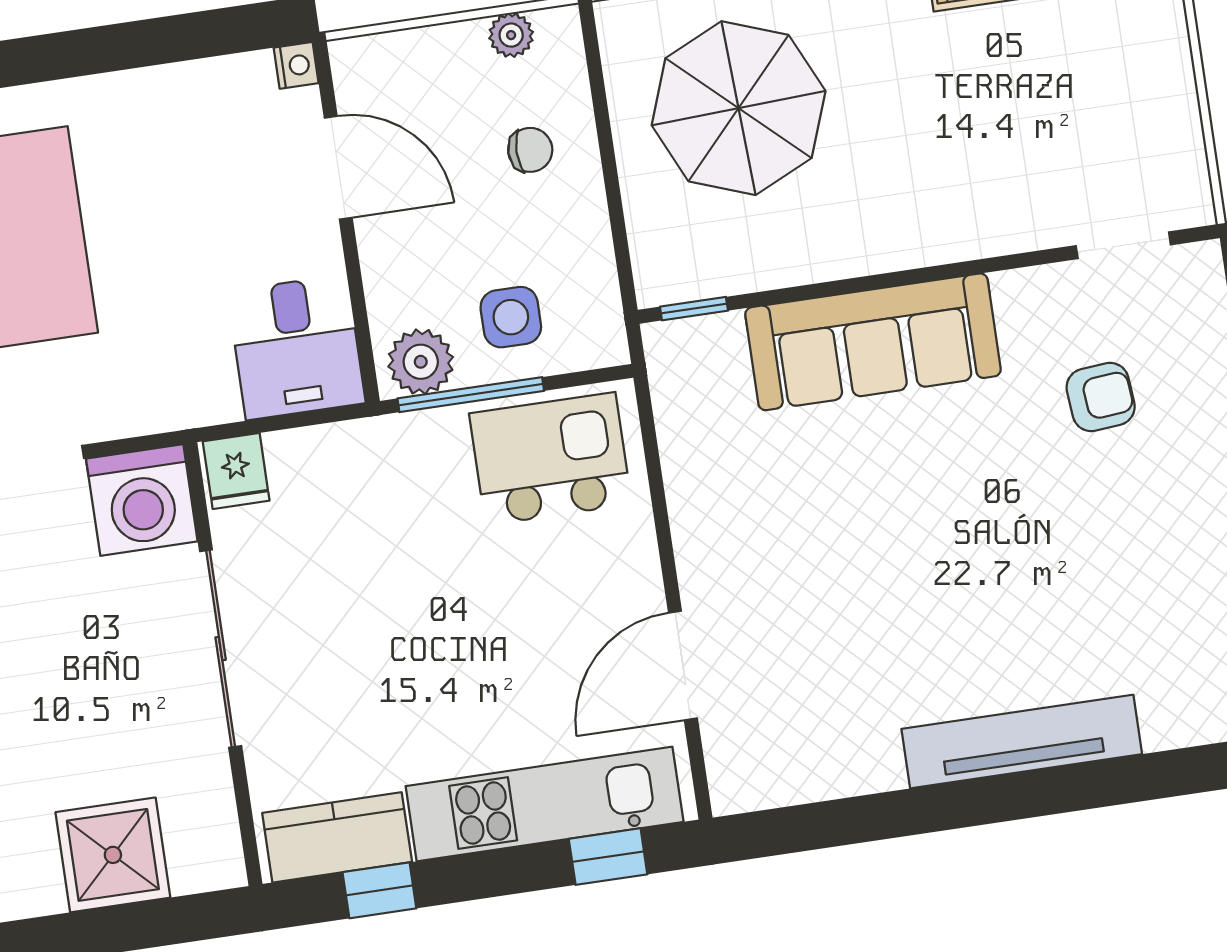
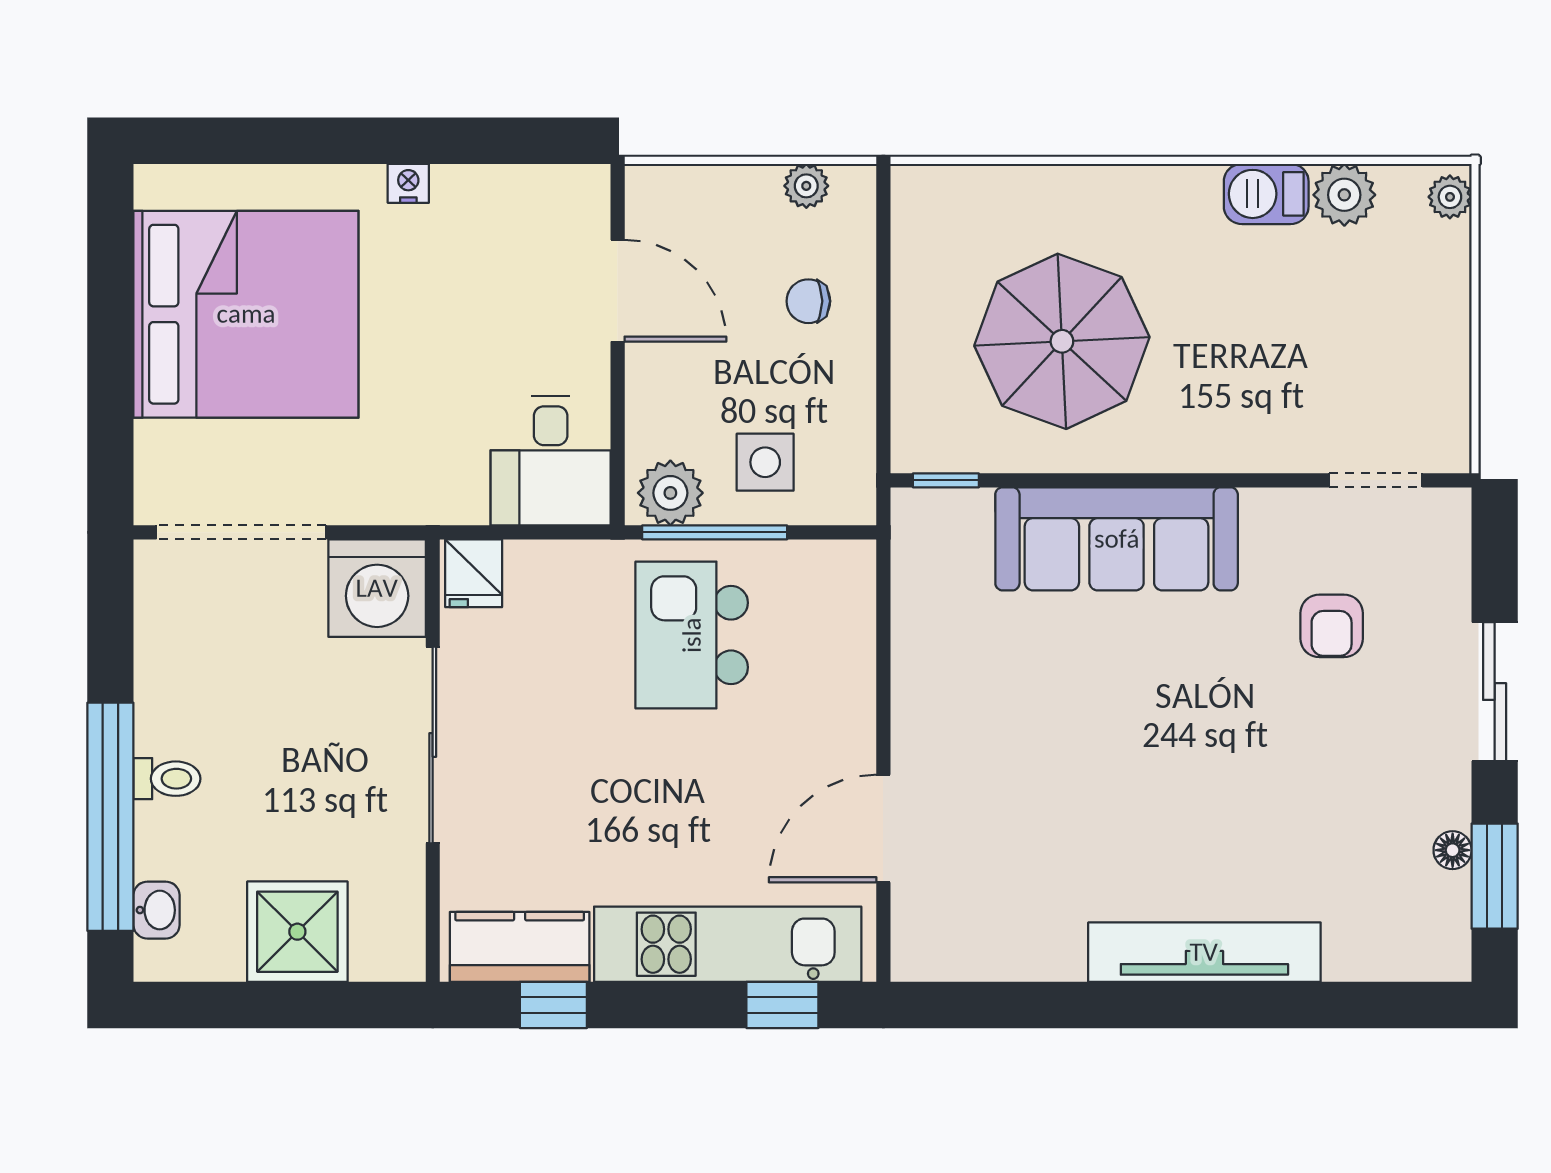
nightstand: (296, 65) -> (408, 183), moved, turned -90
parasol: (739, 108) -> (1062, 341), moved
chair: (530, 150) -> (808, 301), turned 180
armchair: (1101, 397) -> (1332, 626), turned 95
kitchen island: (550, 459) -> (692, 635), moved, turned -90

